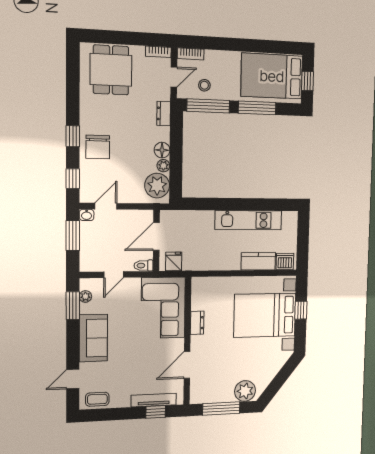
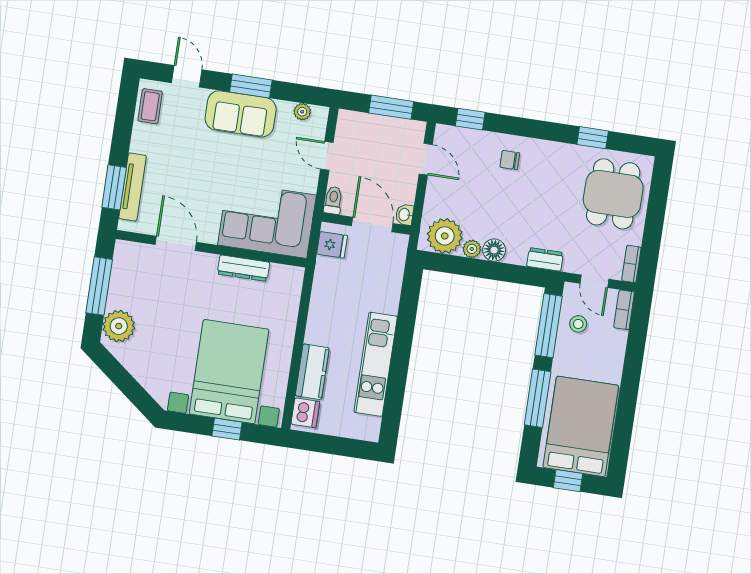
dining table: (111, 70) -> (613, 194), turned 90
window: (73, 136) -> (593, 138), moved
chair: (98, 147) -> (510, 160), width x0.54, depth x0.54
washbasin: (87, 215) -> (405, 215), moved
window: (73, 306) -> (251, 86), moved
dresser: (197, 323) -> (243, 268), width x1.44
window: (156, 412) -> (114, 187), width x1.50

